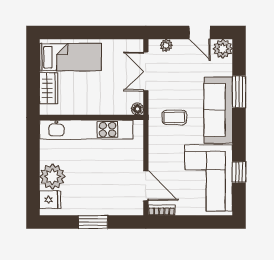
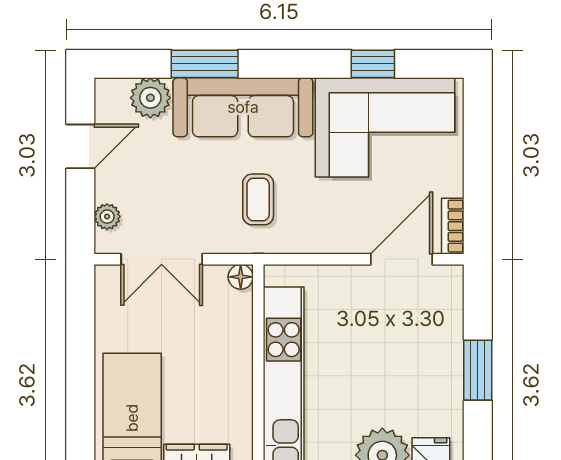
plant: (223, 49) -> (150, 98), moved

